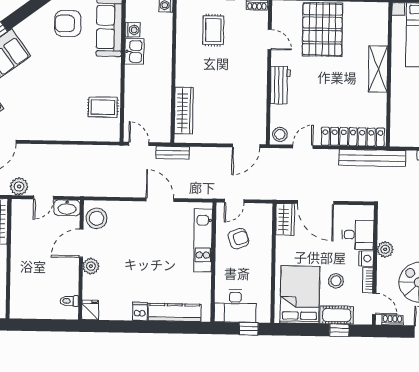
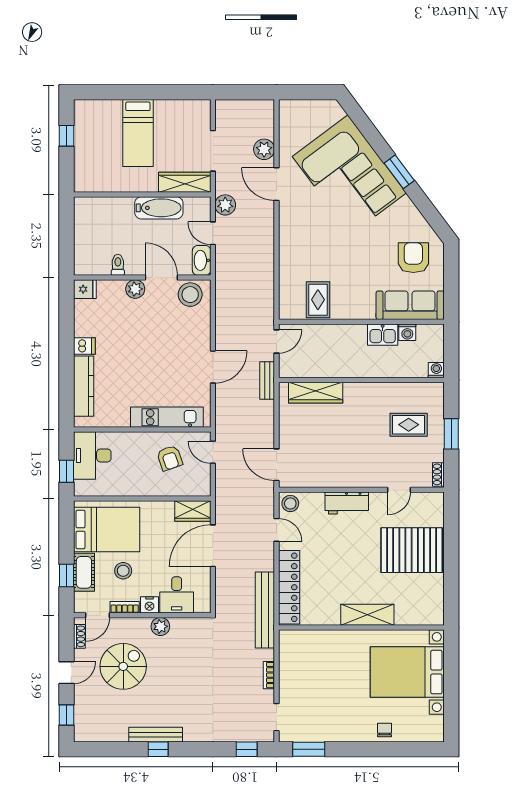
bathtub: (21, 244) -> (159, 208), added
toilet: (69, 301) -> (118, 265), moved

